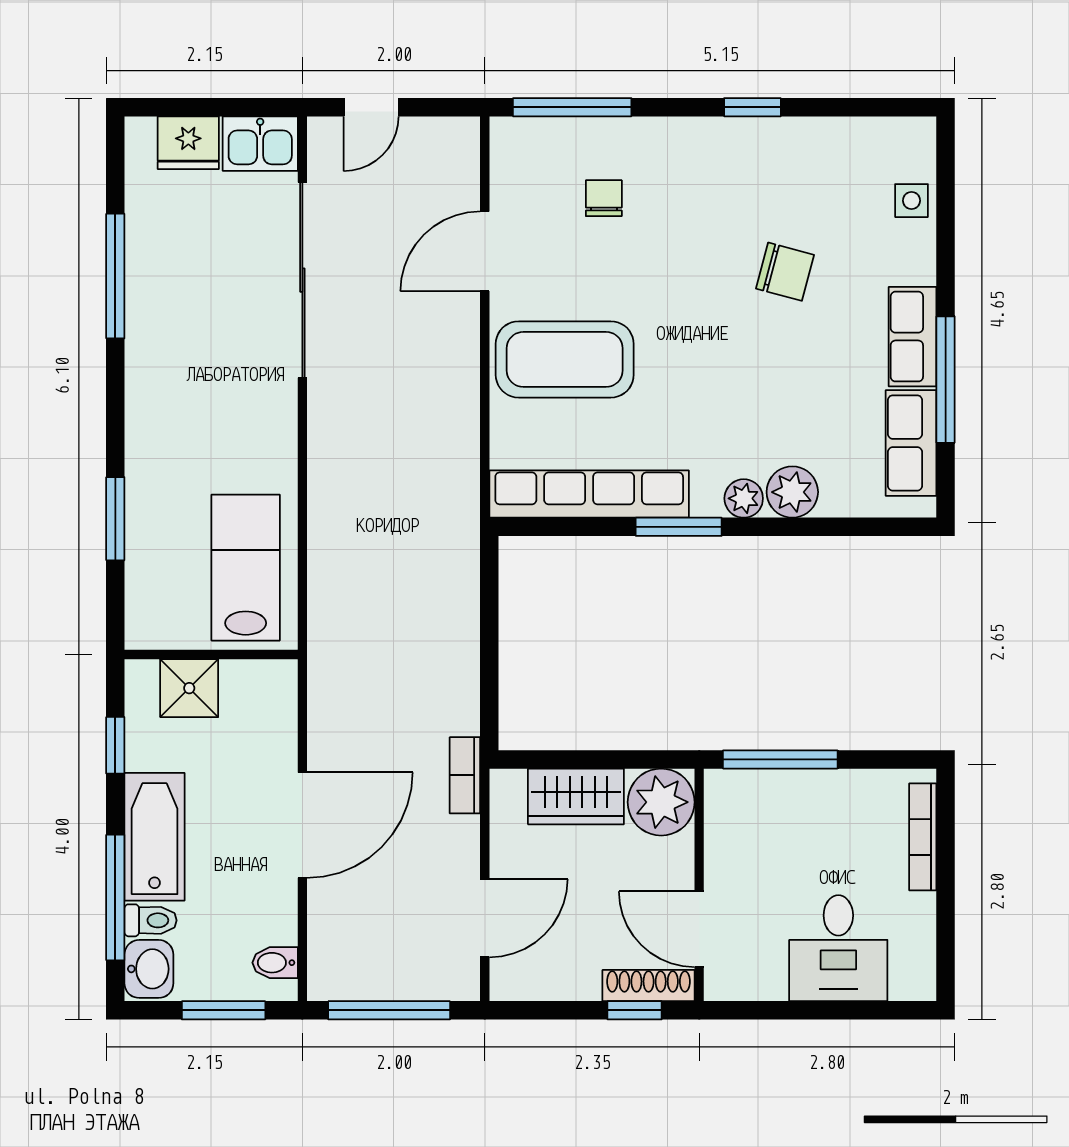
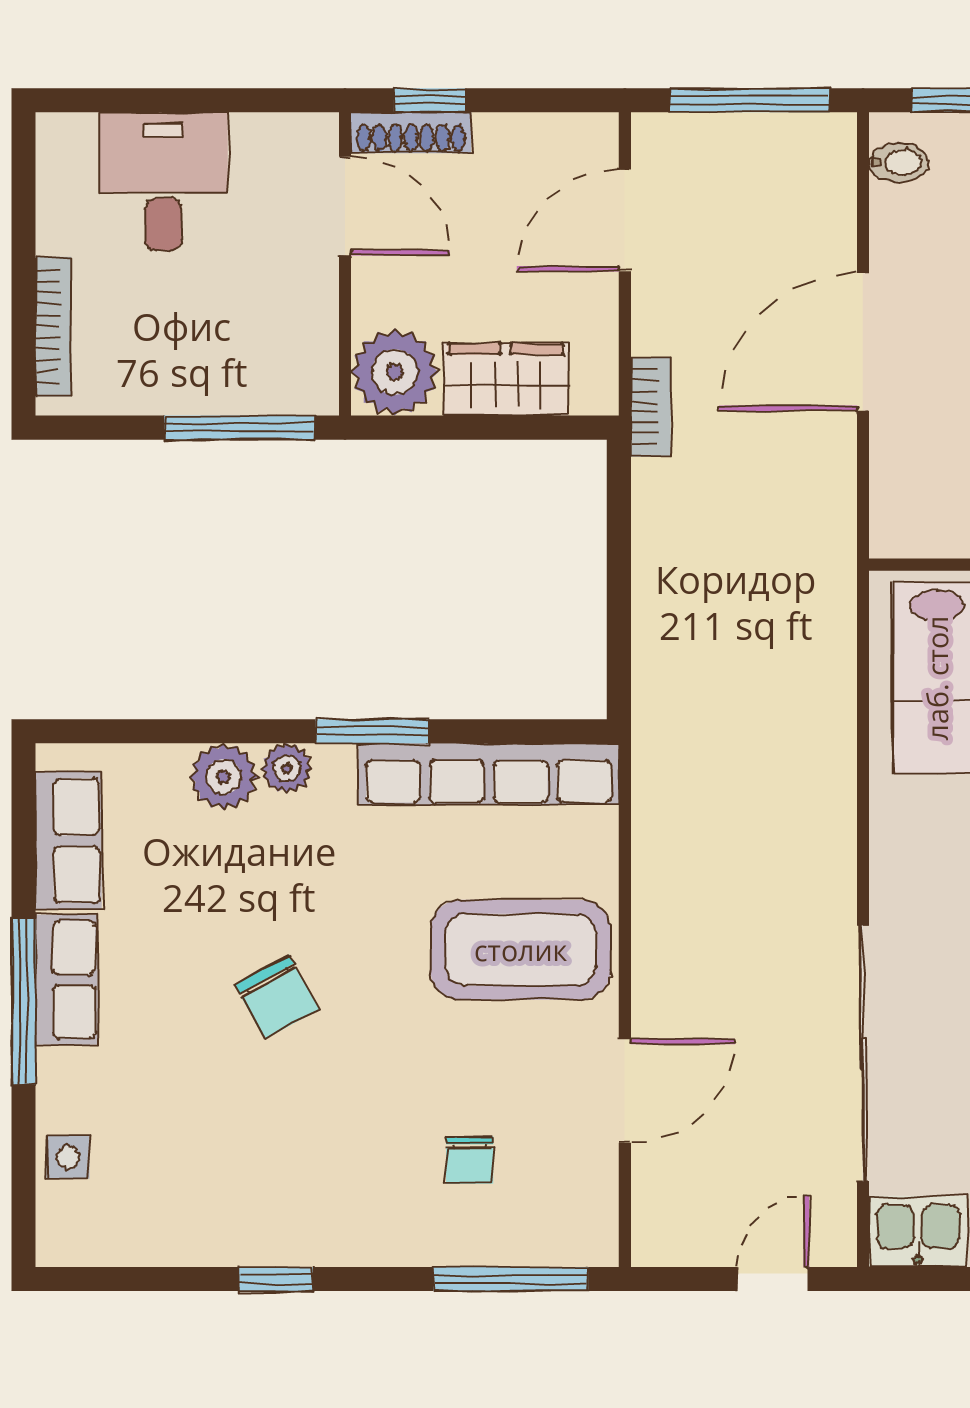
chair: (785, 272) -> (277, 997), moved, turned -134
window: (946, 380) -> (24, 1002), moved

